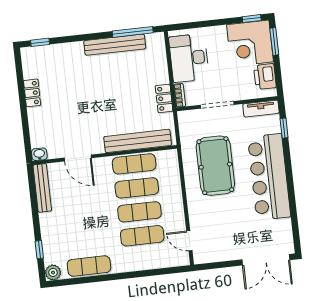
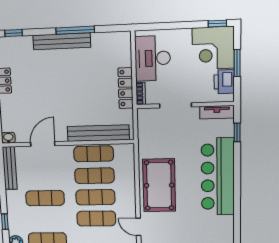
window: (133, 32) -> (75, 30), moved
window: (274, 42) -> (237, 63), moved
bench: (115, 45) -> (62, 41), moved
locker: (164, 98) -> (126, 88), width x1.53
door: (78, 158) -> (43, 144), swing flipped
pool table: (215, 166) -> (159, 185), moved
exercise mat: (84, 218) -> (45, 198), added

